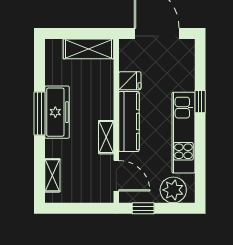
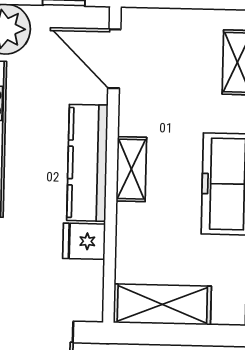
shelving: (106, 137) -> (131, 169), moved

